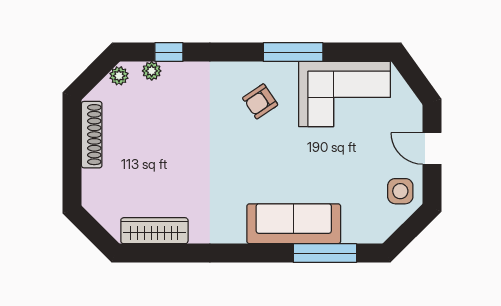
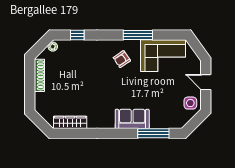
plant: (152, 71) -> (69, 44), removed
sofa: (294, 224) -> (132, 119), width x0.73

